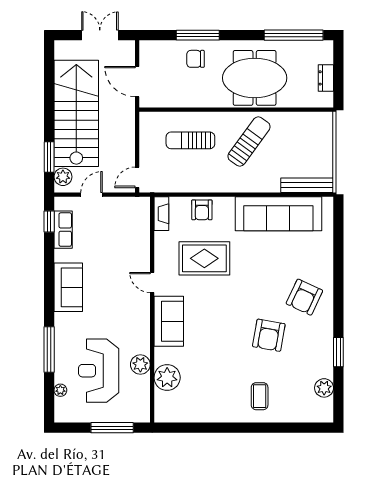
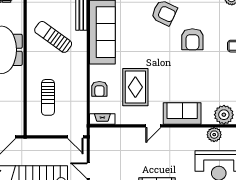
sun lounger: (249, 141) -> (53, 37), moved
armchair: (202, 210) -> (99, 89), turned 90
armchair: (269, 335) -> (192, 39), turned 80

